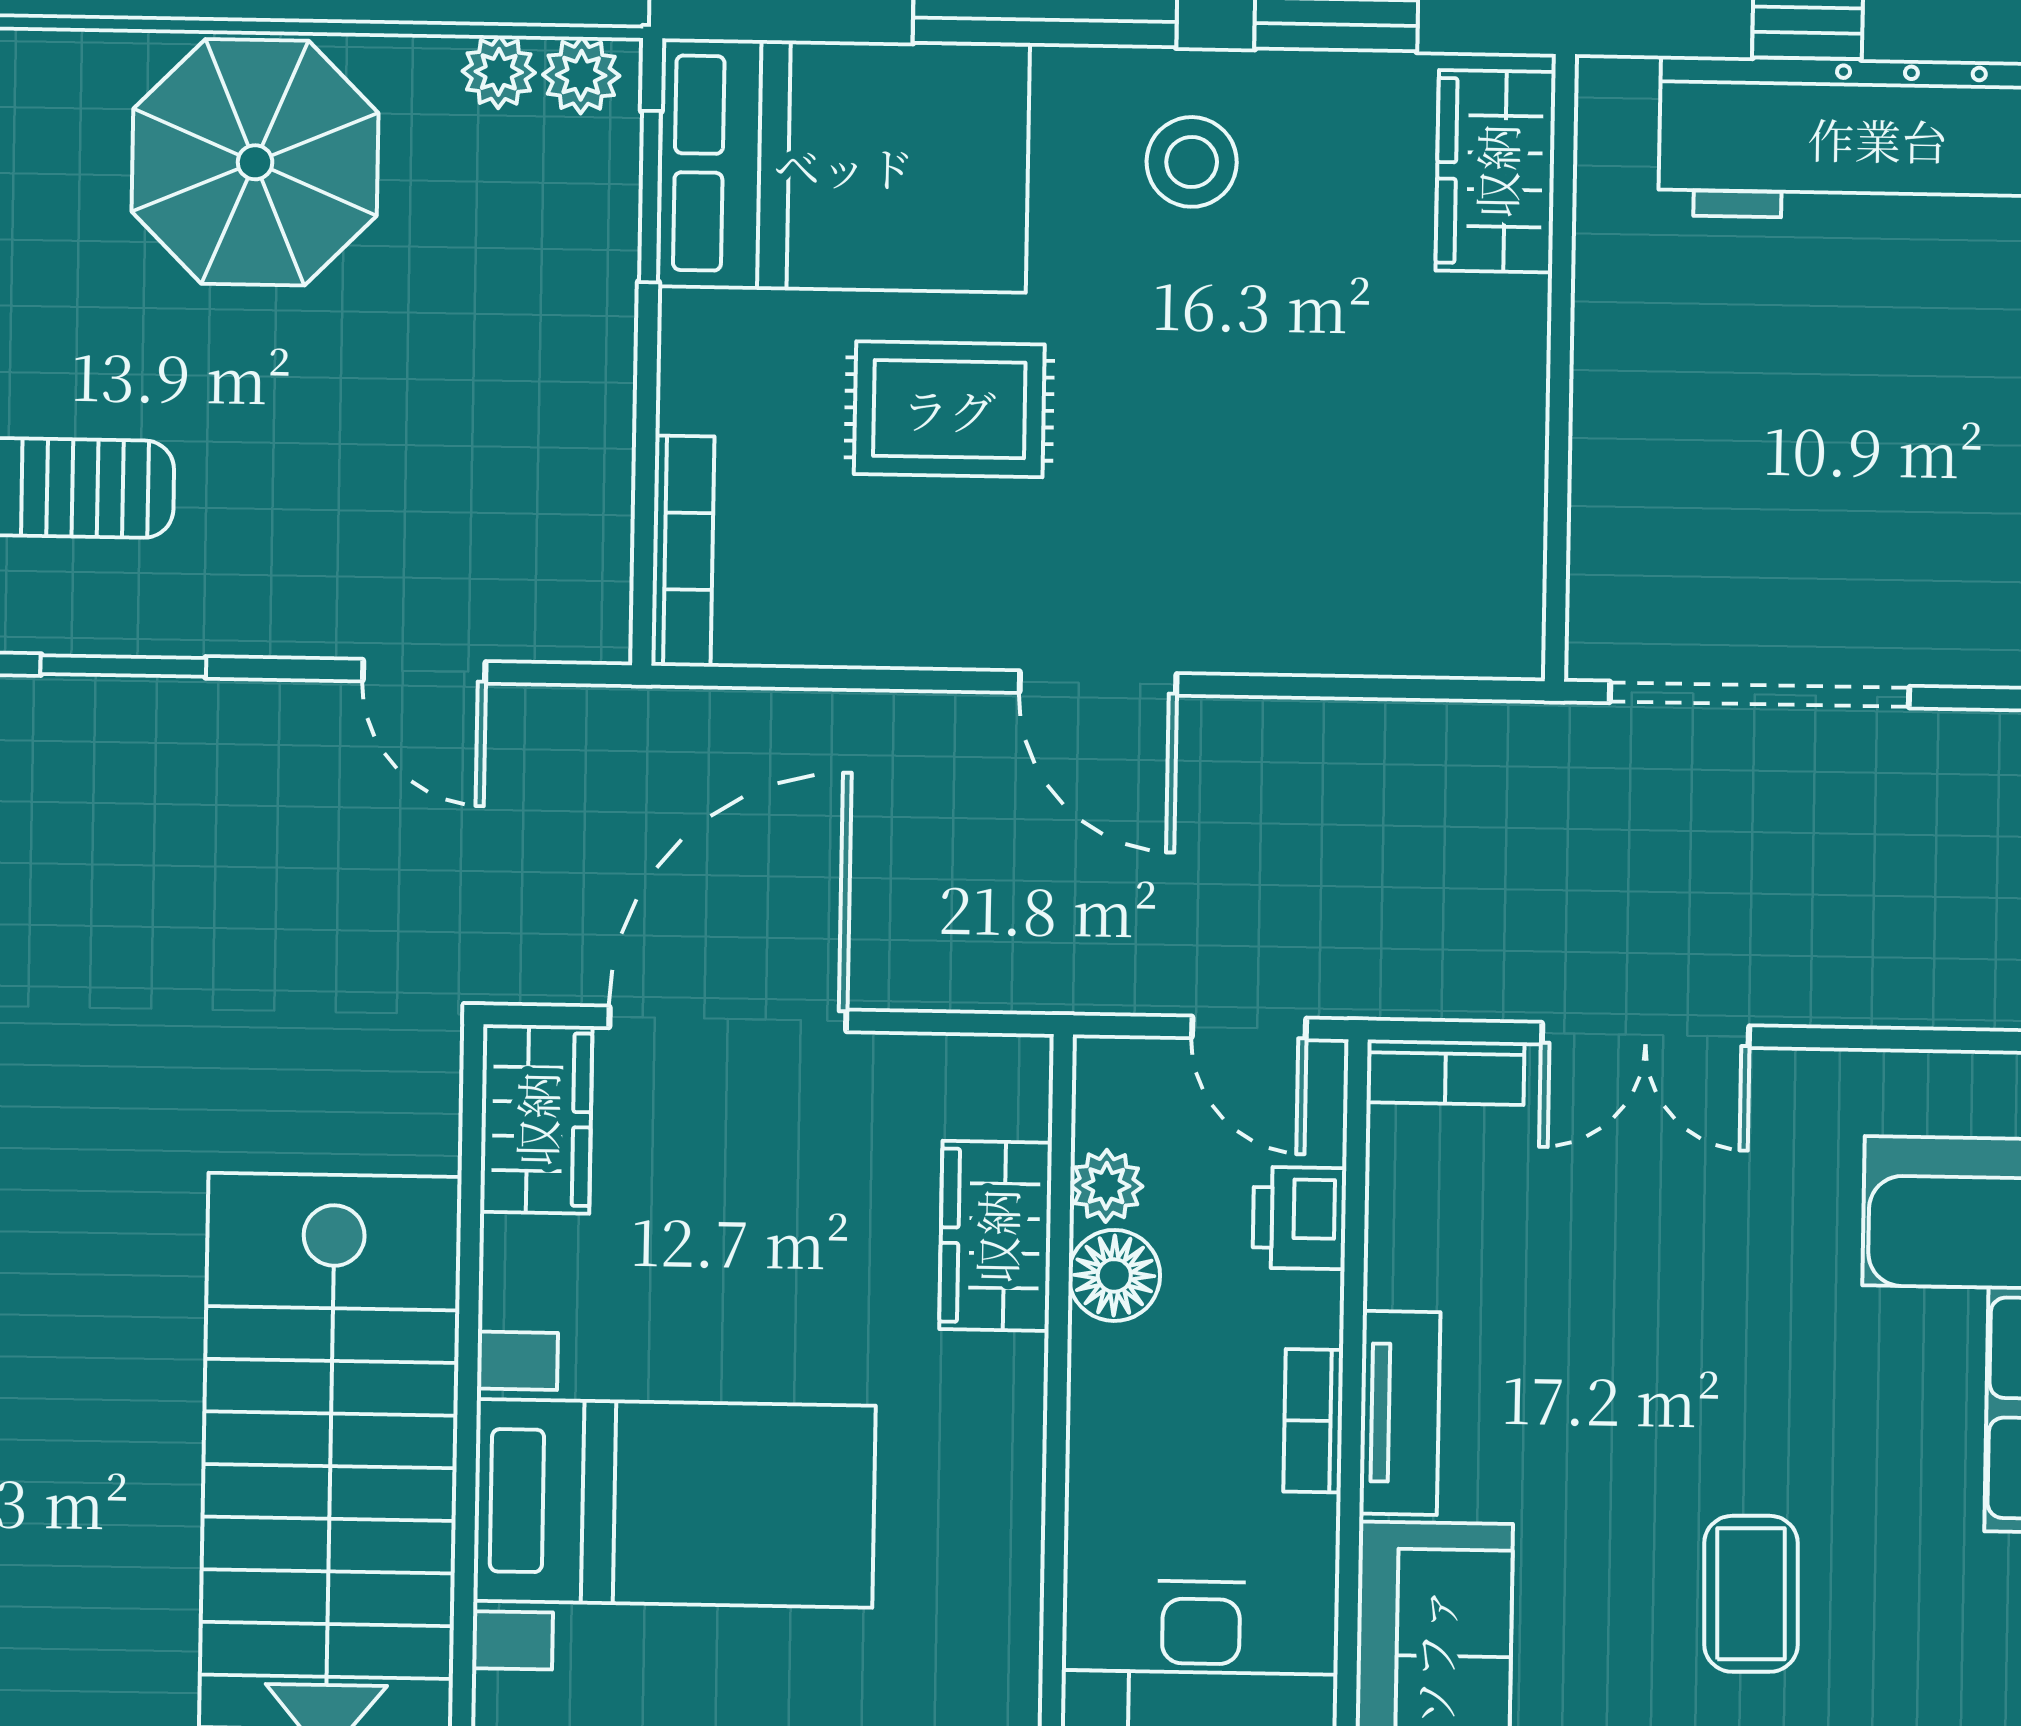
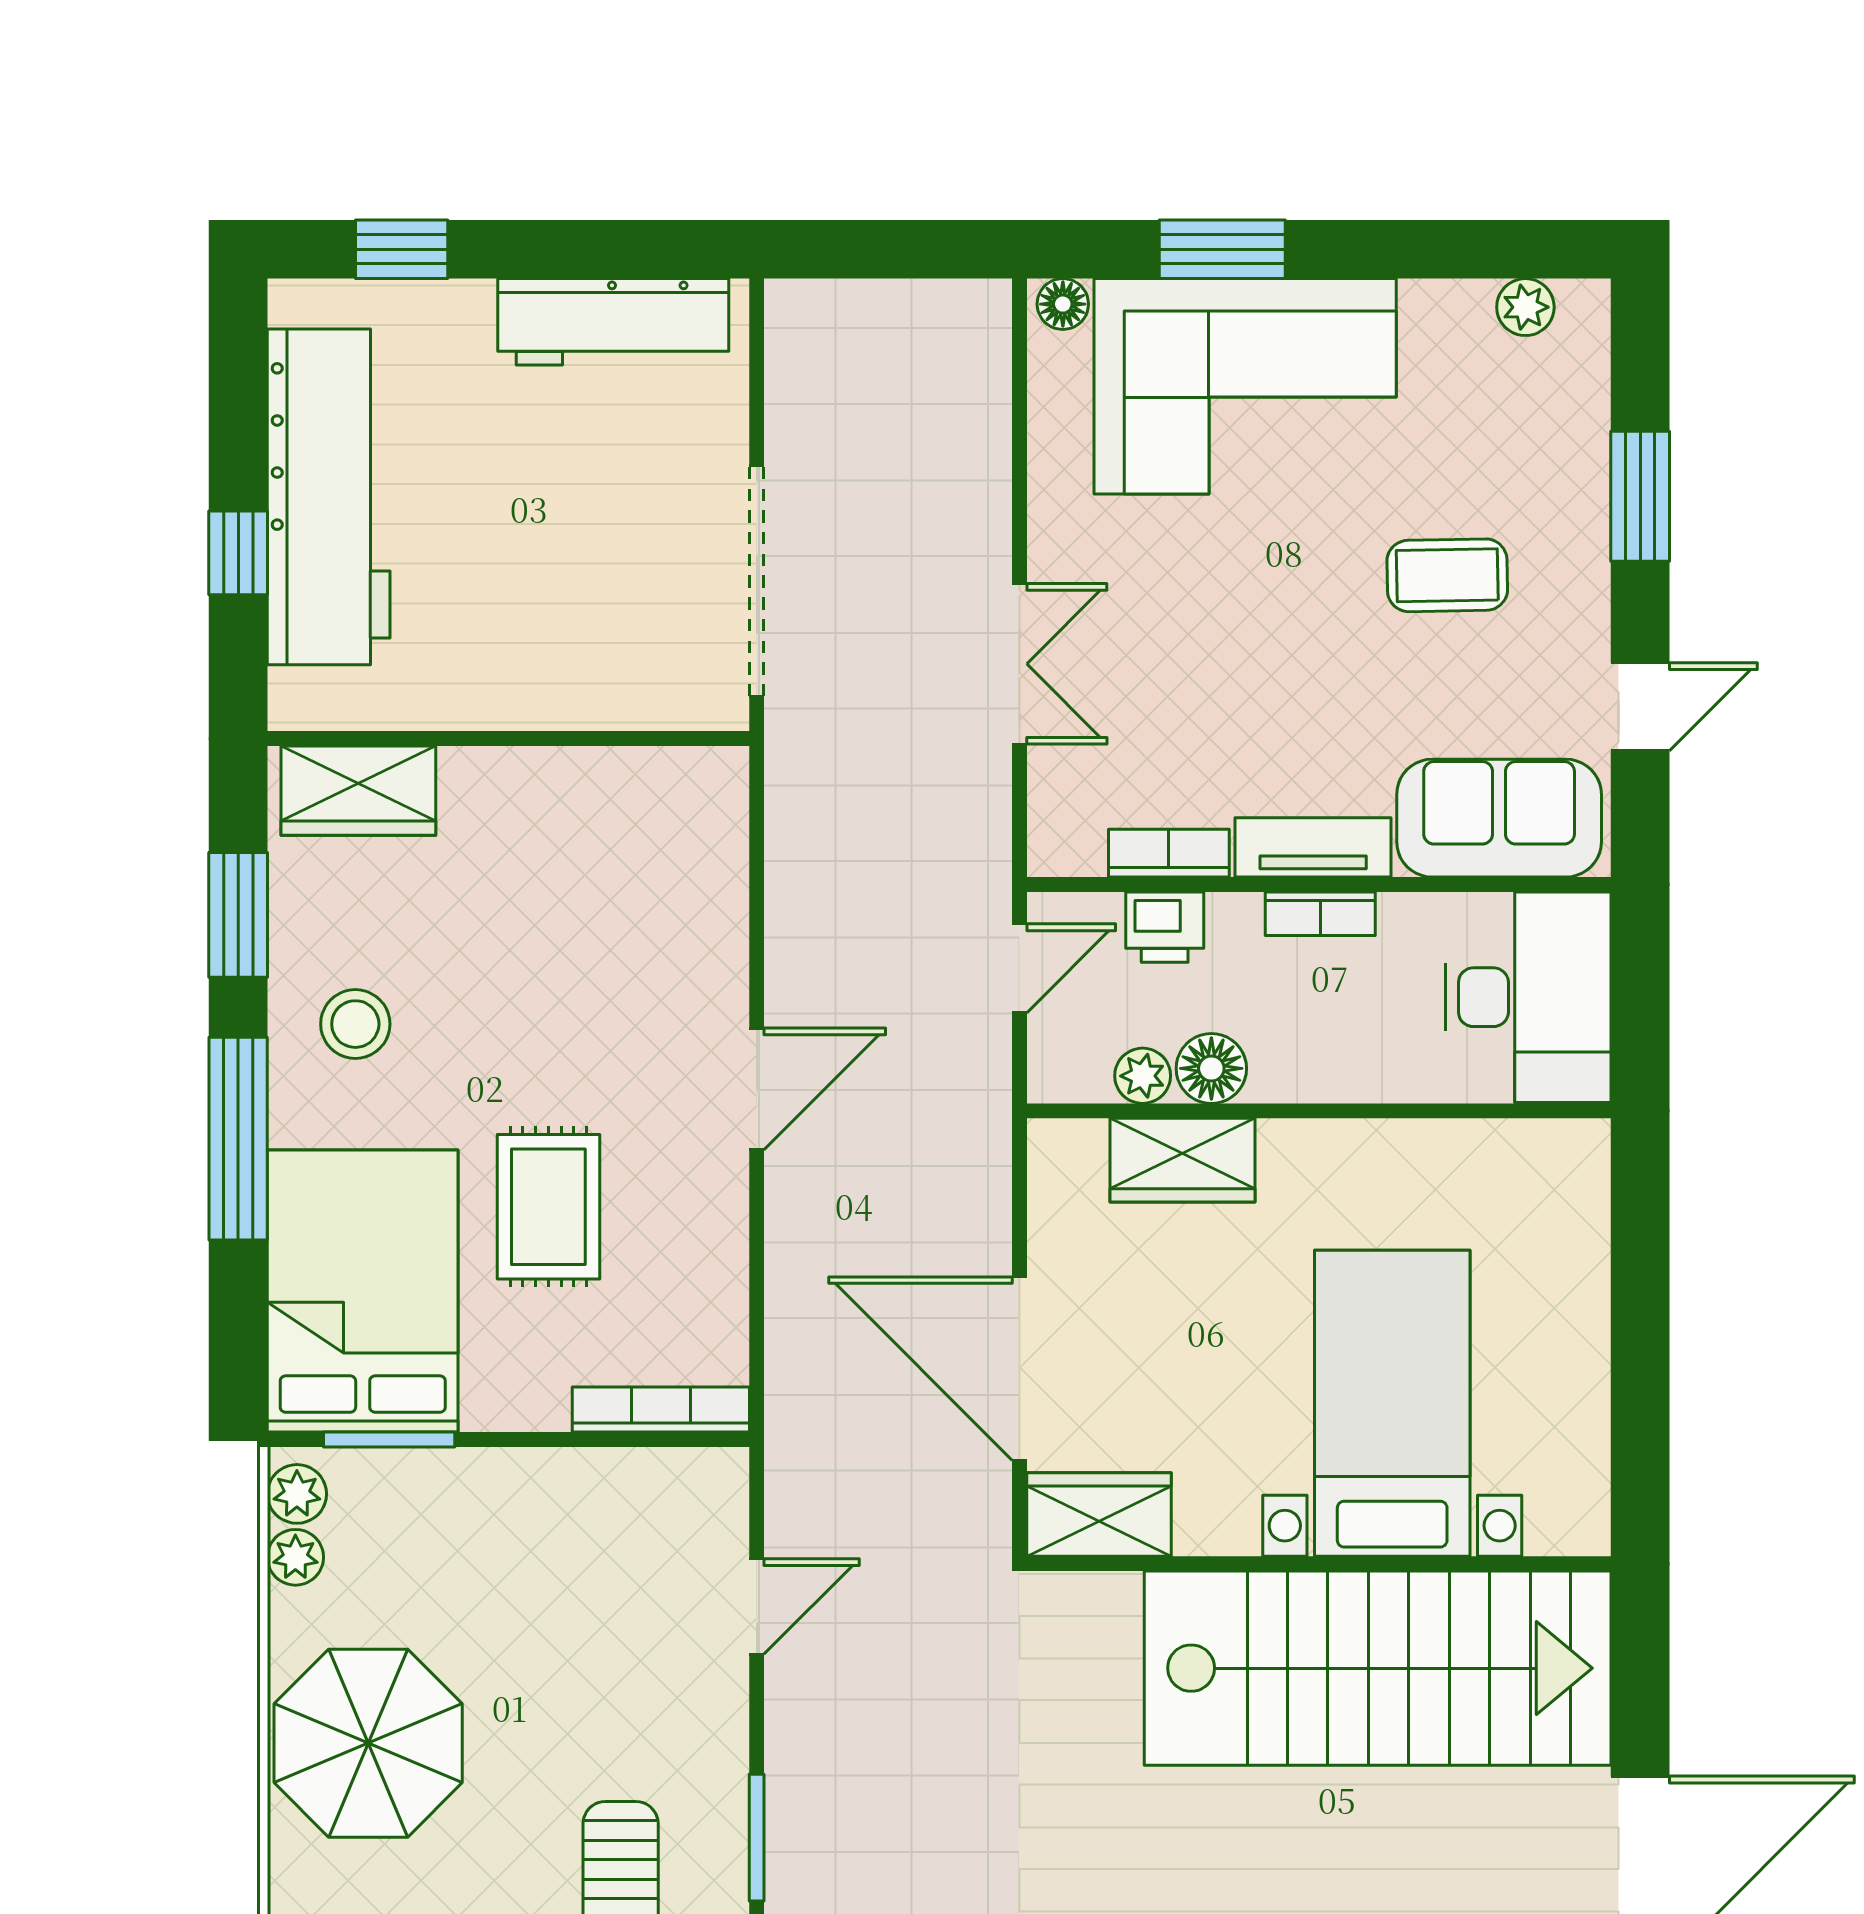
bookcase: (1445, 1072) -> (1169, 853), moved, turned -90

